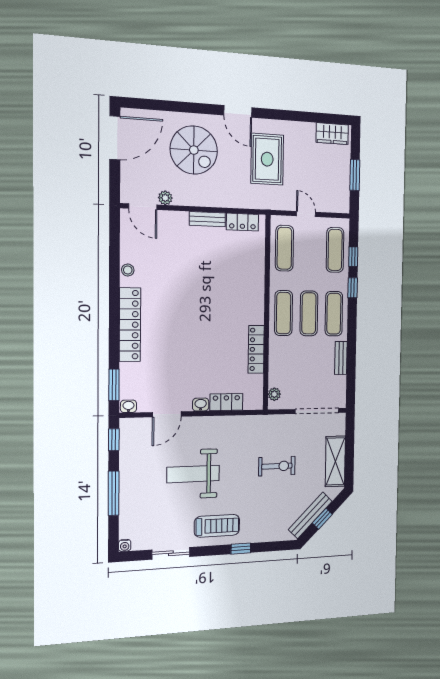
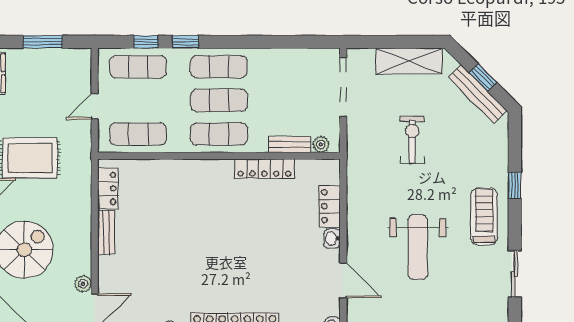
bench: (341, 358) -> (290, 145), moved

